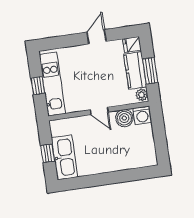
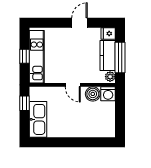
window: (150, 71) -> (120, 58), width x1.44
window: (48, 153) -> (25, 103), moved

